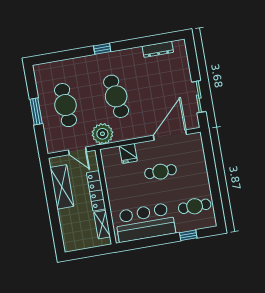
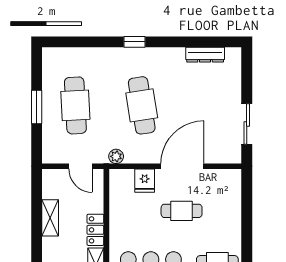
plant: (102, 134) -> (116, 156), width x0.53, depth x0.53
door: (170, 135) -> (182, 166), moved
shelving: (62, 187) -> (50, 218), width x0.67, depth x0.75
locker: (96, 191) -> (95, 230), width x0.66

